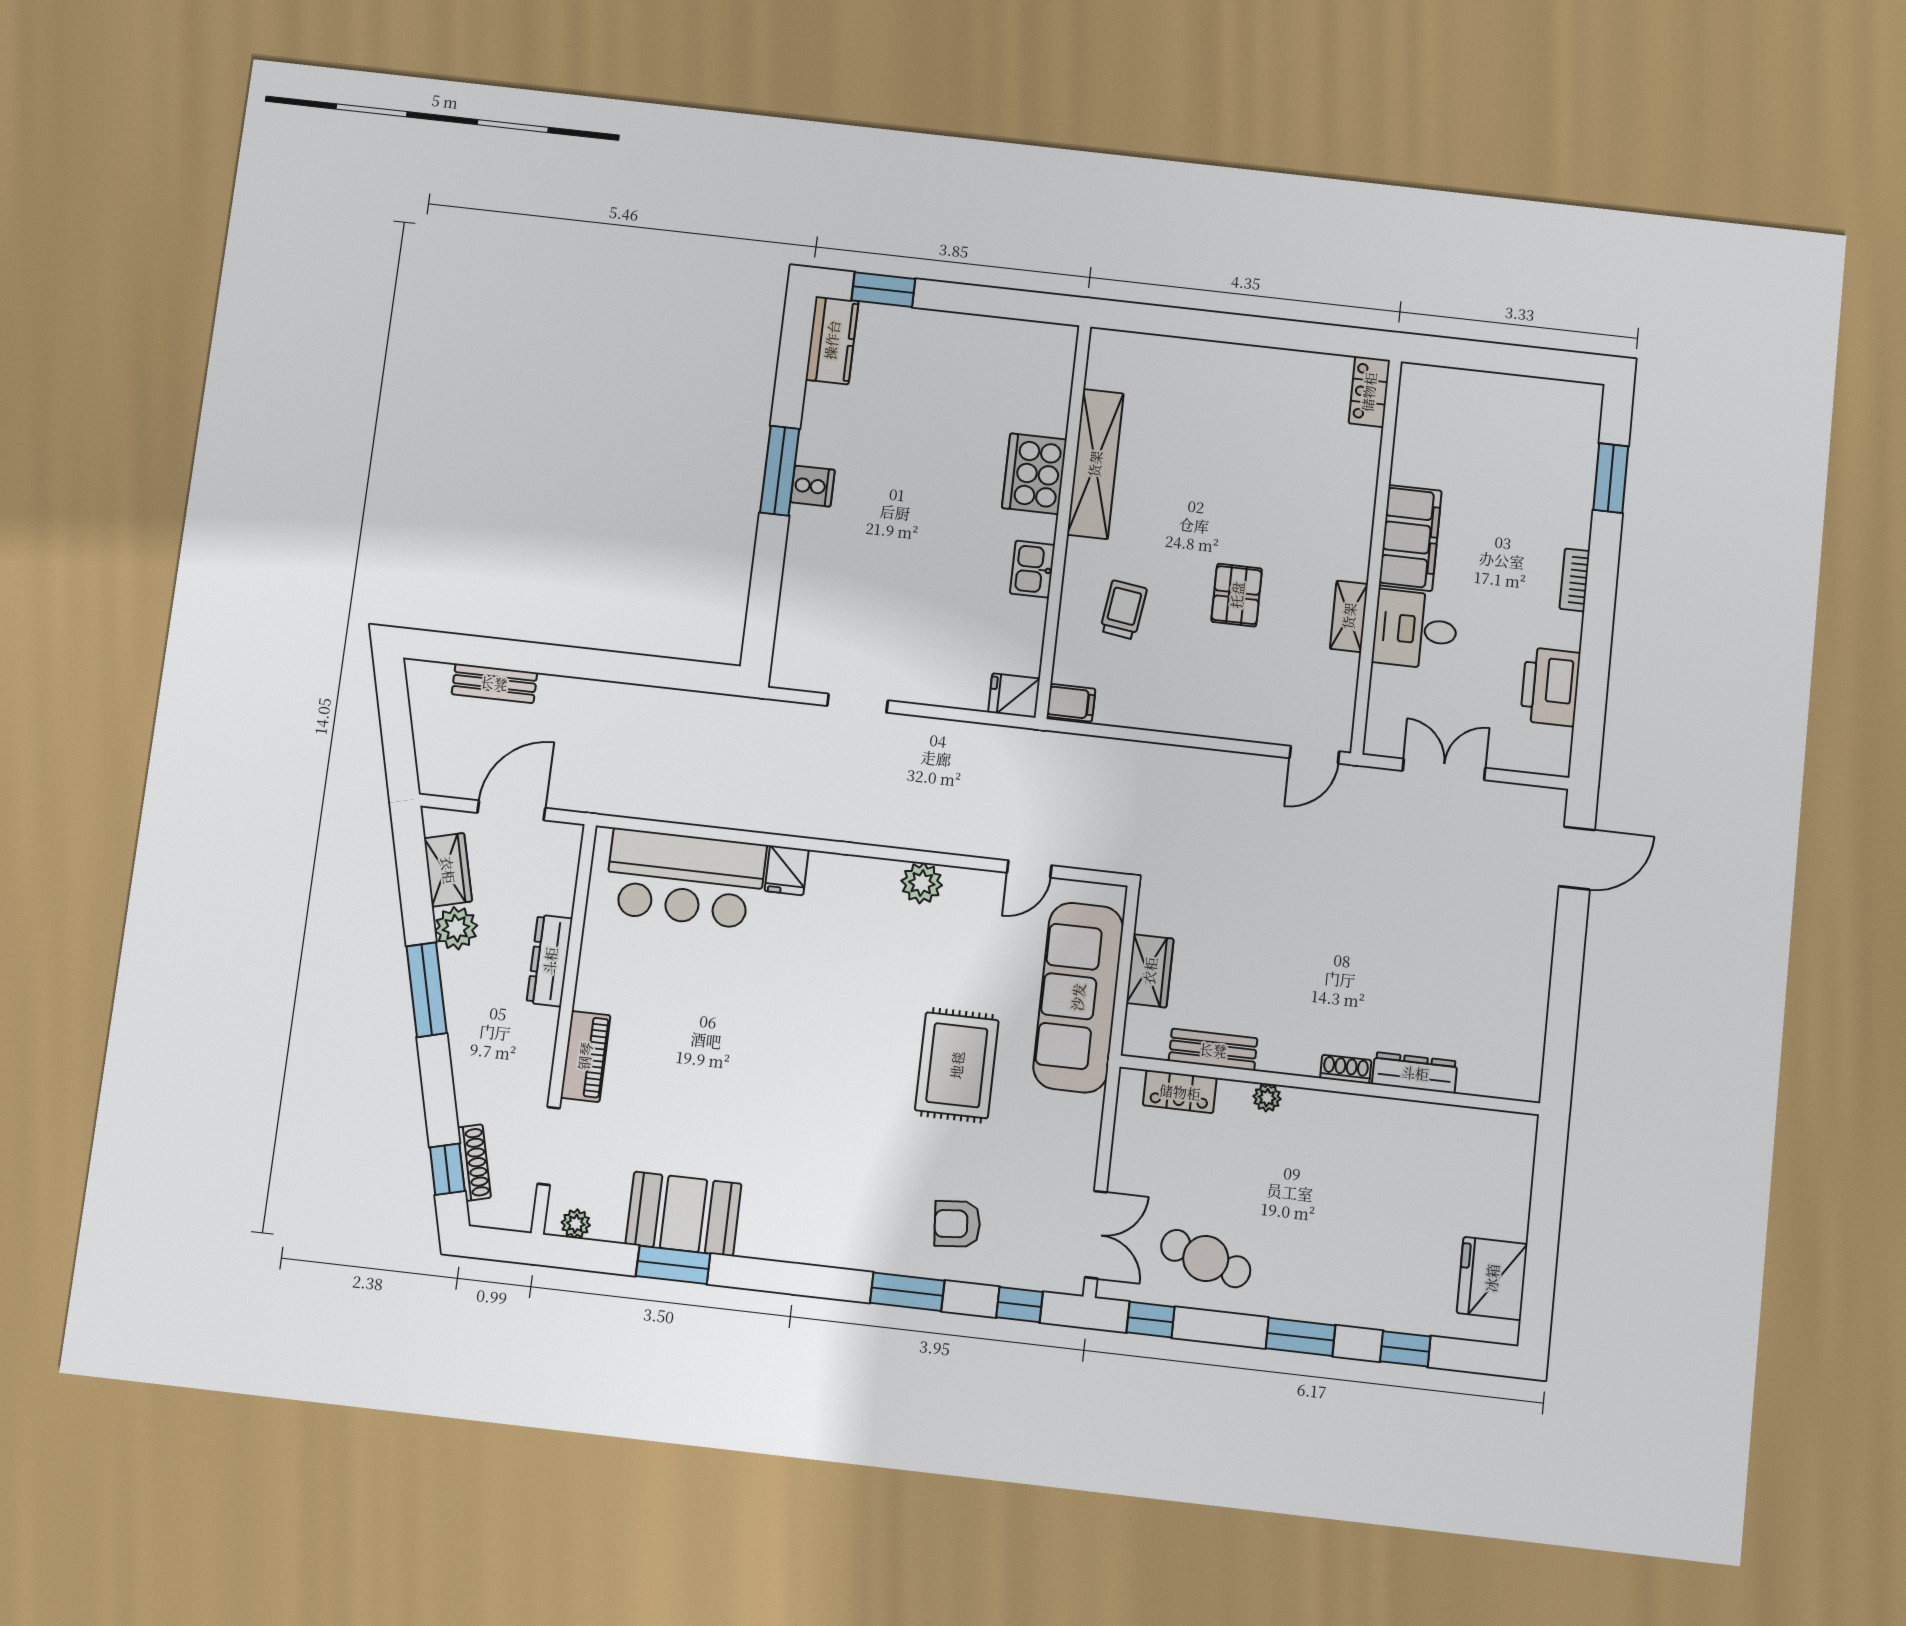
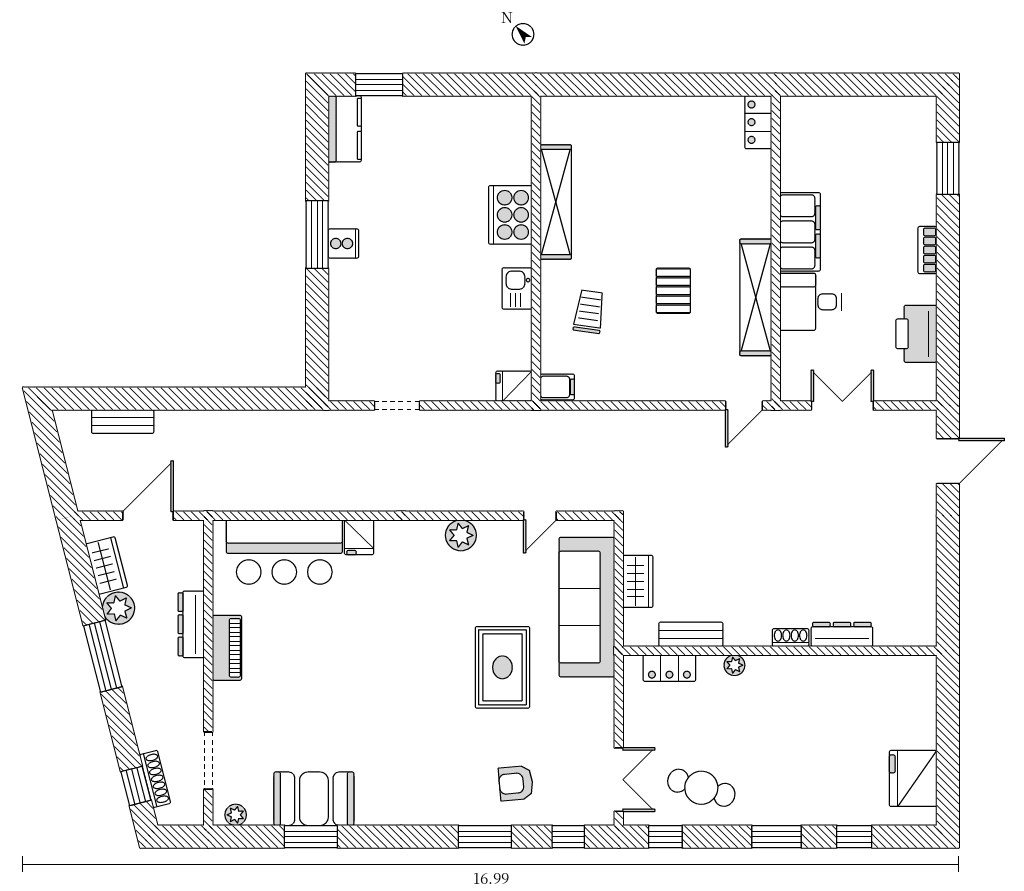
shelving: (1349, 616) -> (756, 297), width x2.20, depth x1.33
piano: (585, 1056) -> (227, 648), moved

